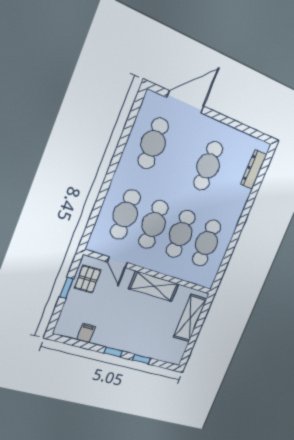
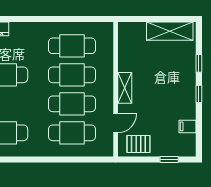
shelving: (154, 286) -> (125, 88), width x0.67, depth x0.75
window: (66, 288) -> (169, 160), moved
shelving: (190, 318) -> (170, 31), moved

